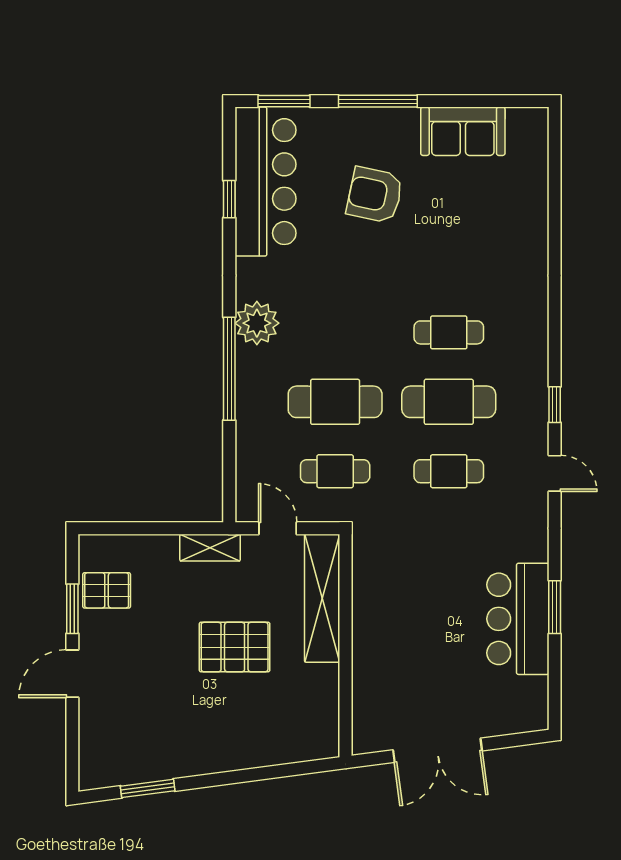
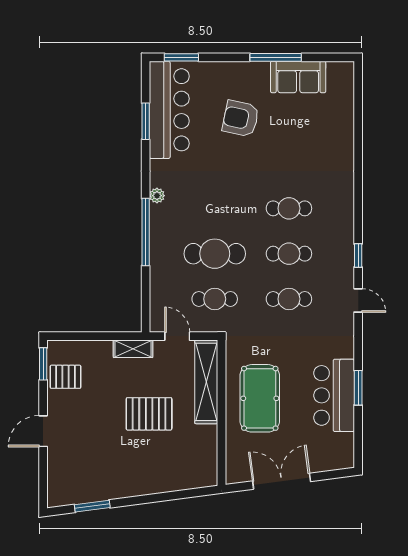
window: (378, 101) -> (276, 57), moved
window: (229, 199) -> (146, 121), width x1.50
plant: (257, 323) -> (157, 196), width x0.53, depth x0.53
cafe table: (449, 402) -> (289, 254), width x0.73, depth x0.74
window: (72, 609) -> (43, 364), moved
pool table: (404, 623) -> (260, 398), added
double door: (437, 750) -> (282, 481), swing flipped

